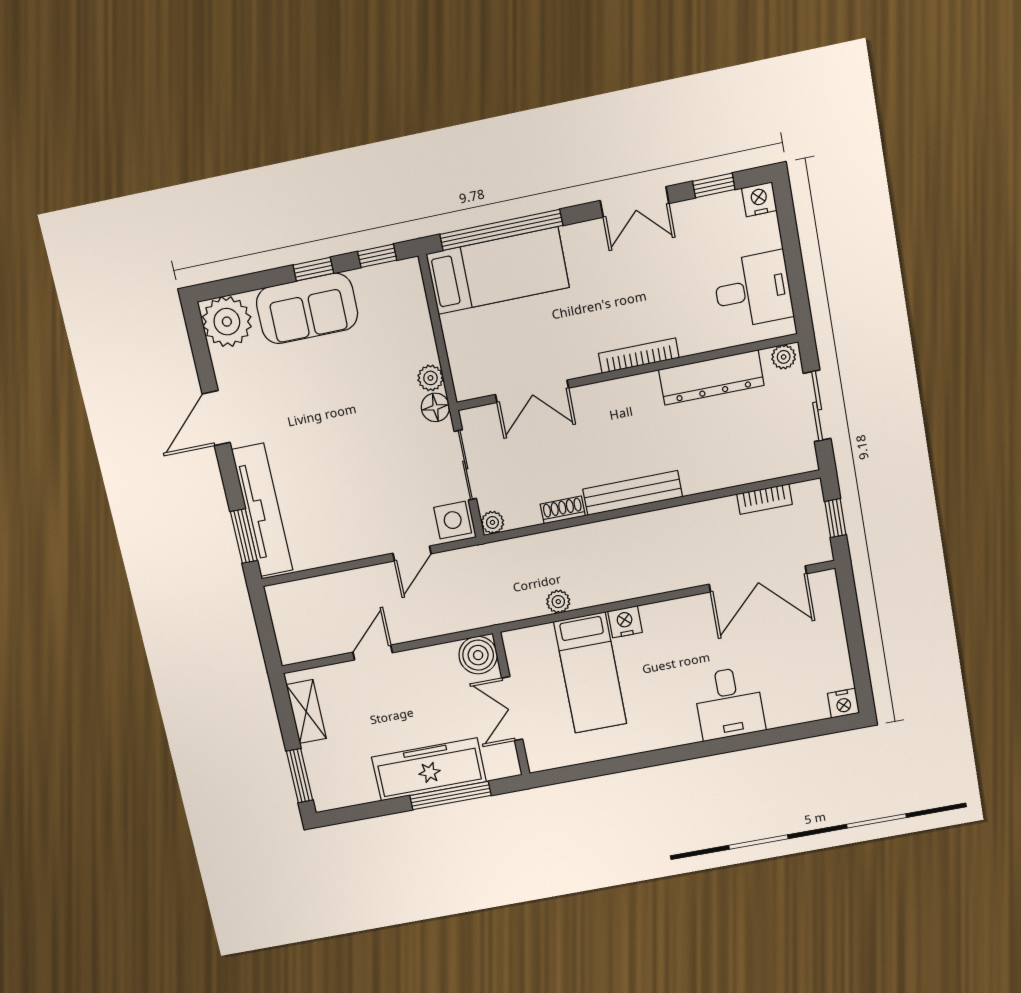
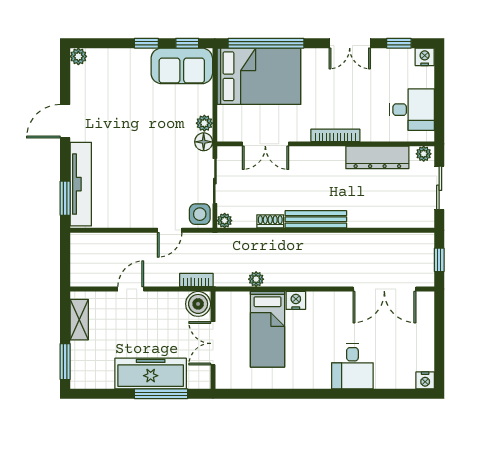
bed: (498, 271) -> (259, 76), width x1.50
sofa: (307, 309) -> (182, 66), moved
plant: (227, 322) -> (78, 56), width x0.53, depth x0.53
bookcase: (764, 499) -> (196, 280), moved, turned 180

